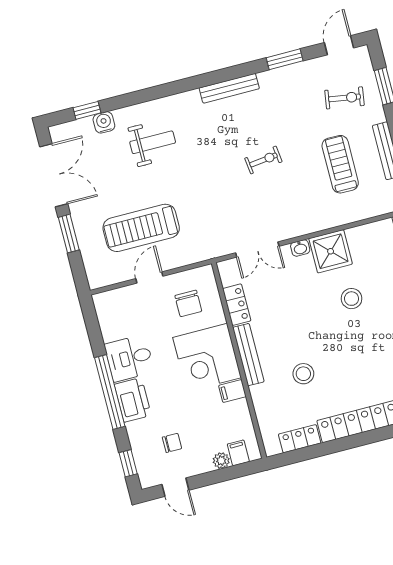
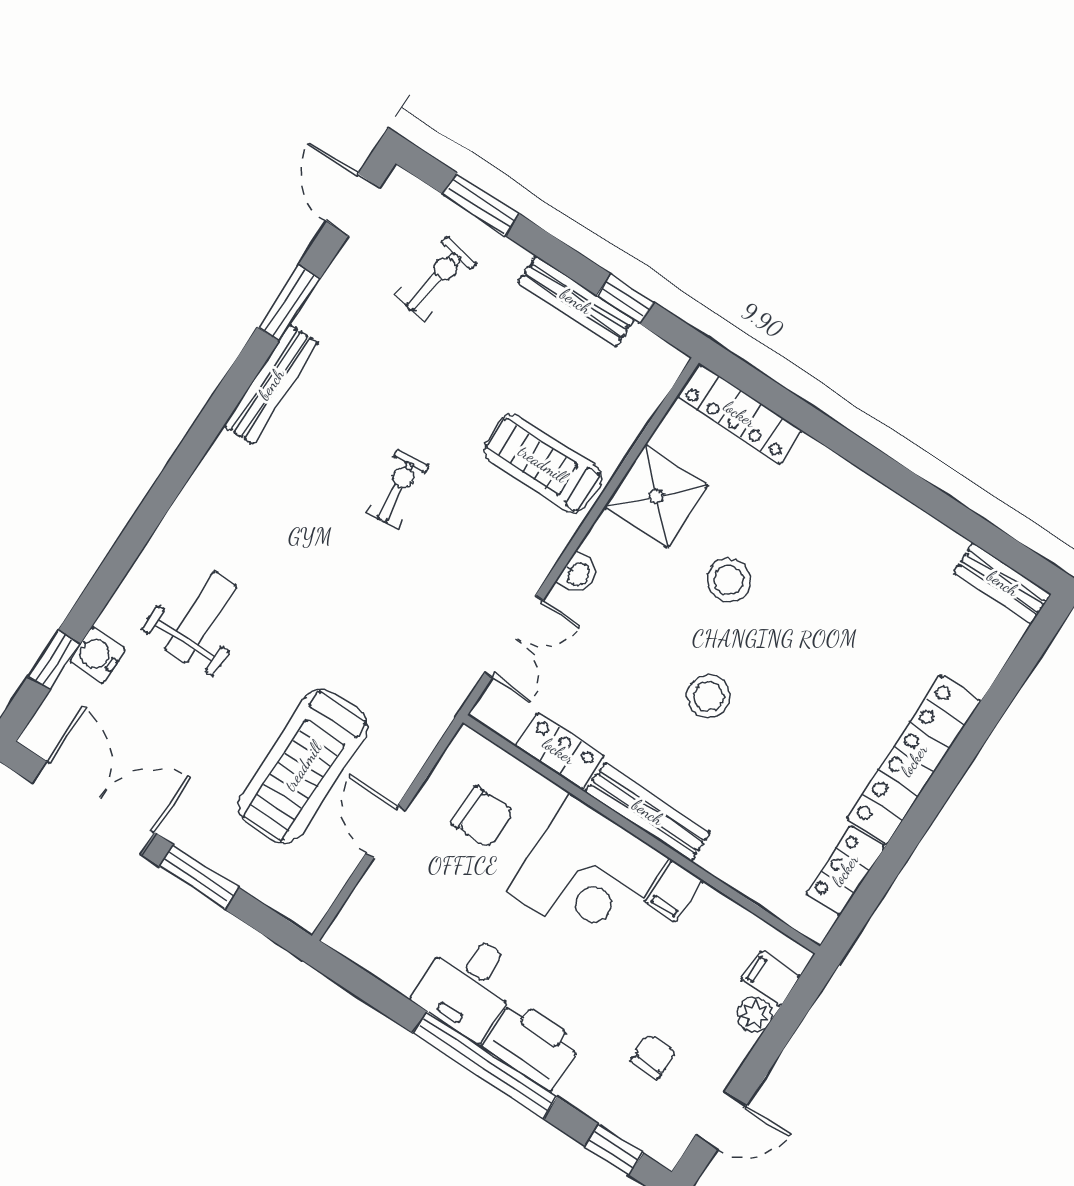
bench: (229, 88) -> (271, 384), moved
treadmill: (340, 164) -> (543, 464), moved
shower: (331, 251) -> (656, 496), moved
stool: (303, 374) -> (709, 696), moved

